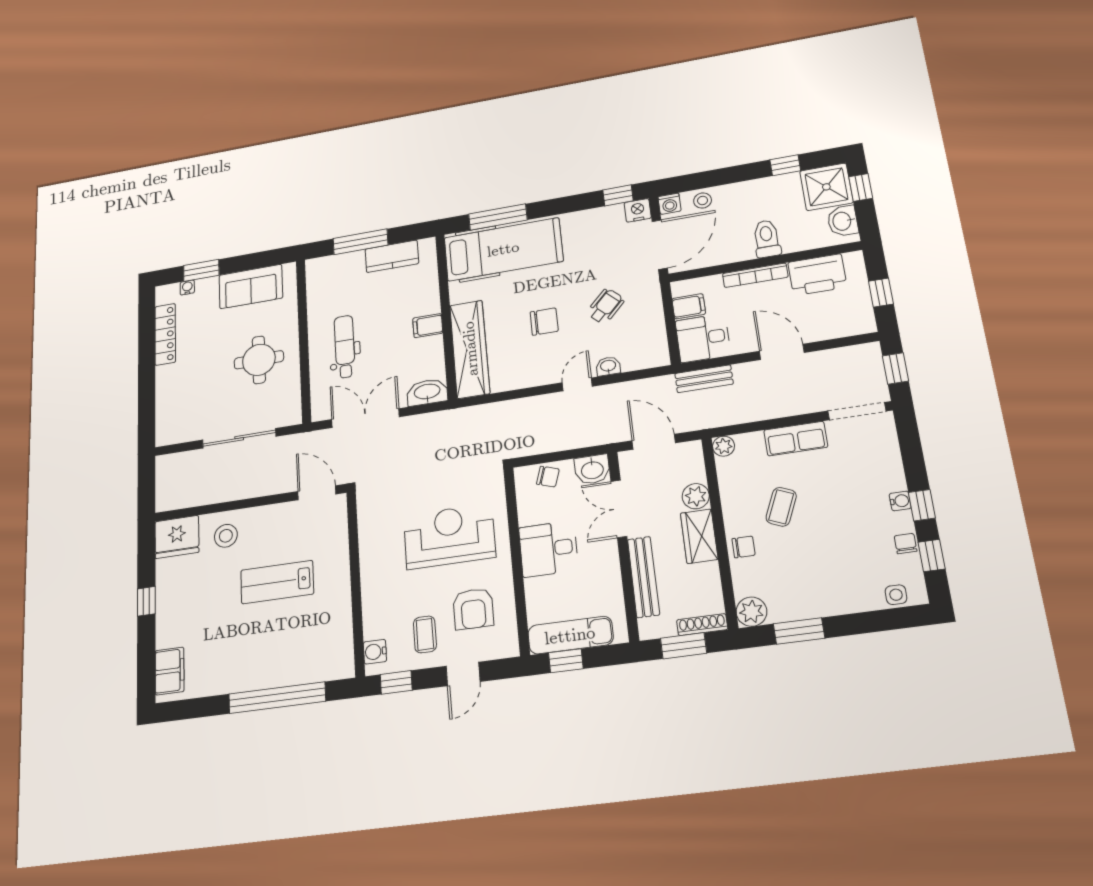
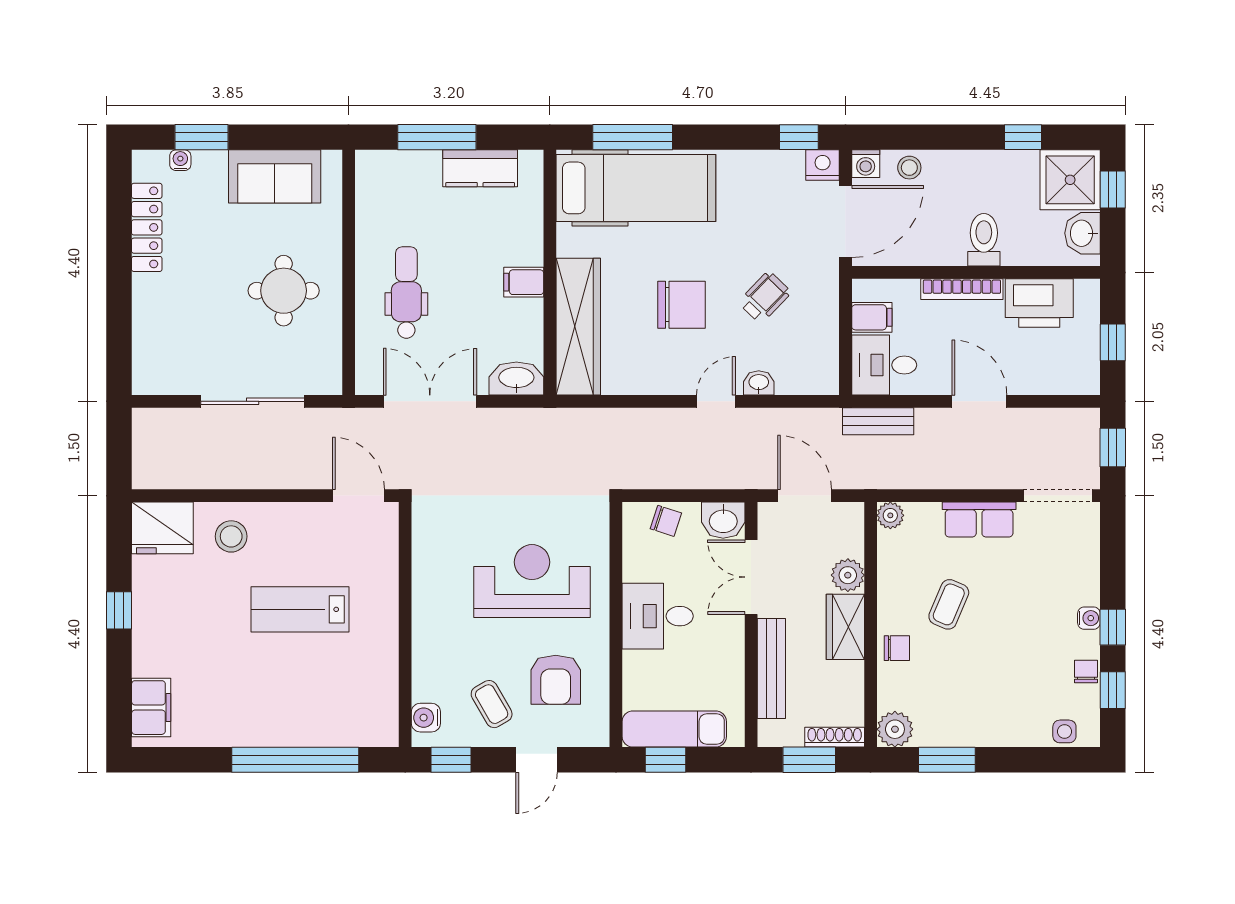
chair: (544, 322) -> (681, 305), width x1.37, depth x1.37
coffee table: (425, 634) -> (492, 704), turned -30

